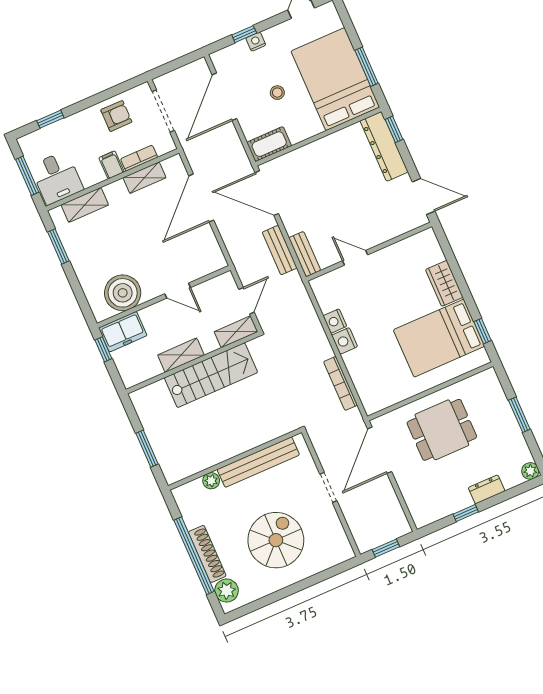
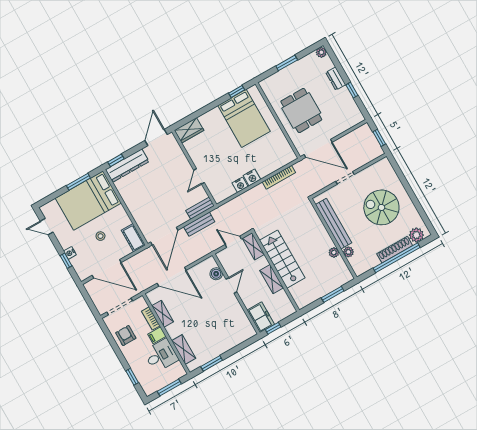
desk: (57, 178) -> (161, 356), moved
wardrobe: (444, 283) -> (189, 130), moved
boiler: (123, 293) -> (216, 274), moved, width x0.54, depth x0.54
plant: (213, 458) -> (334, 253), added

